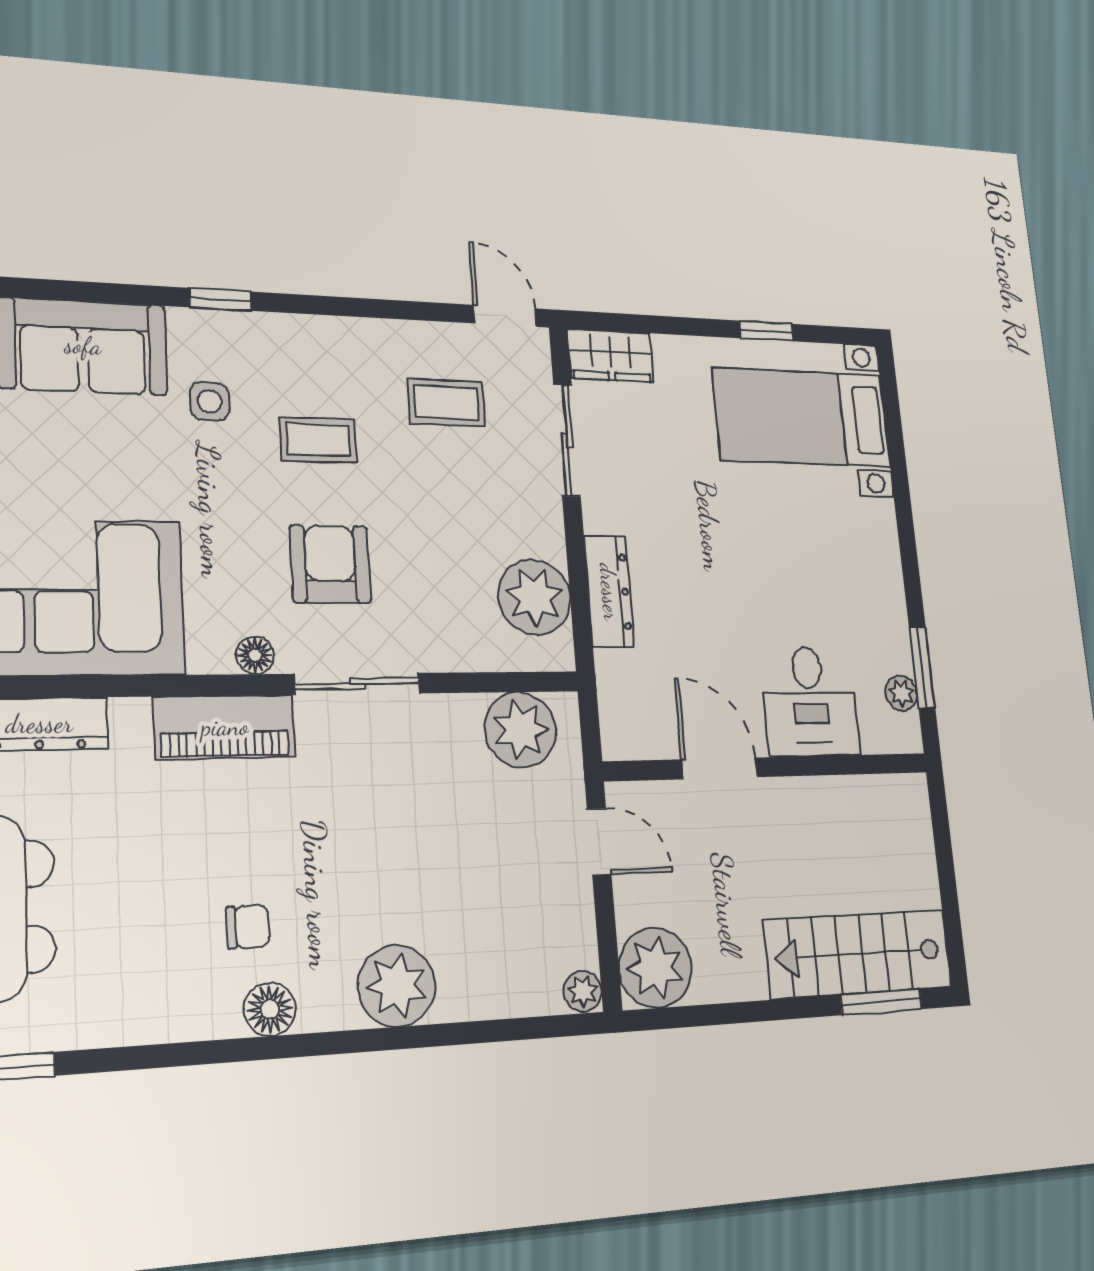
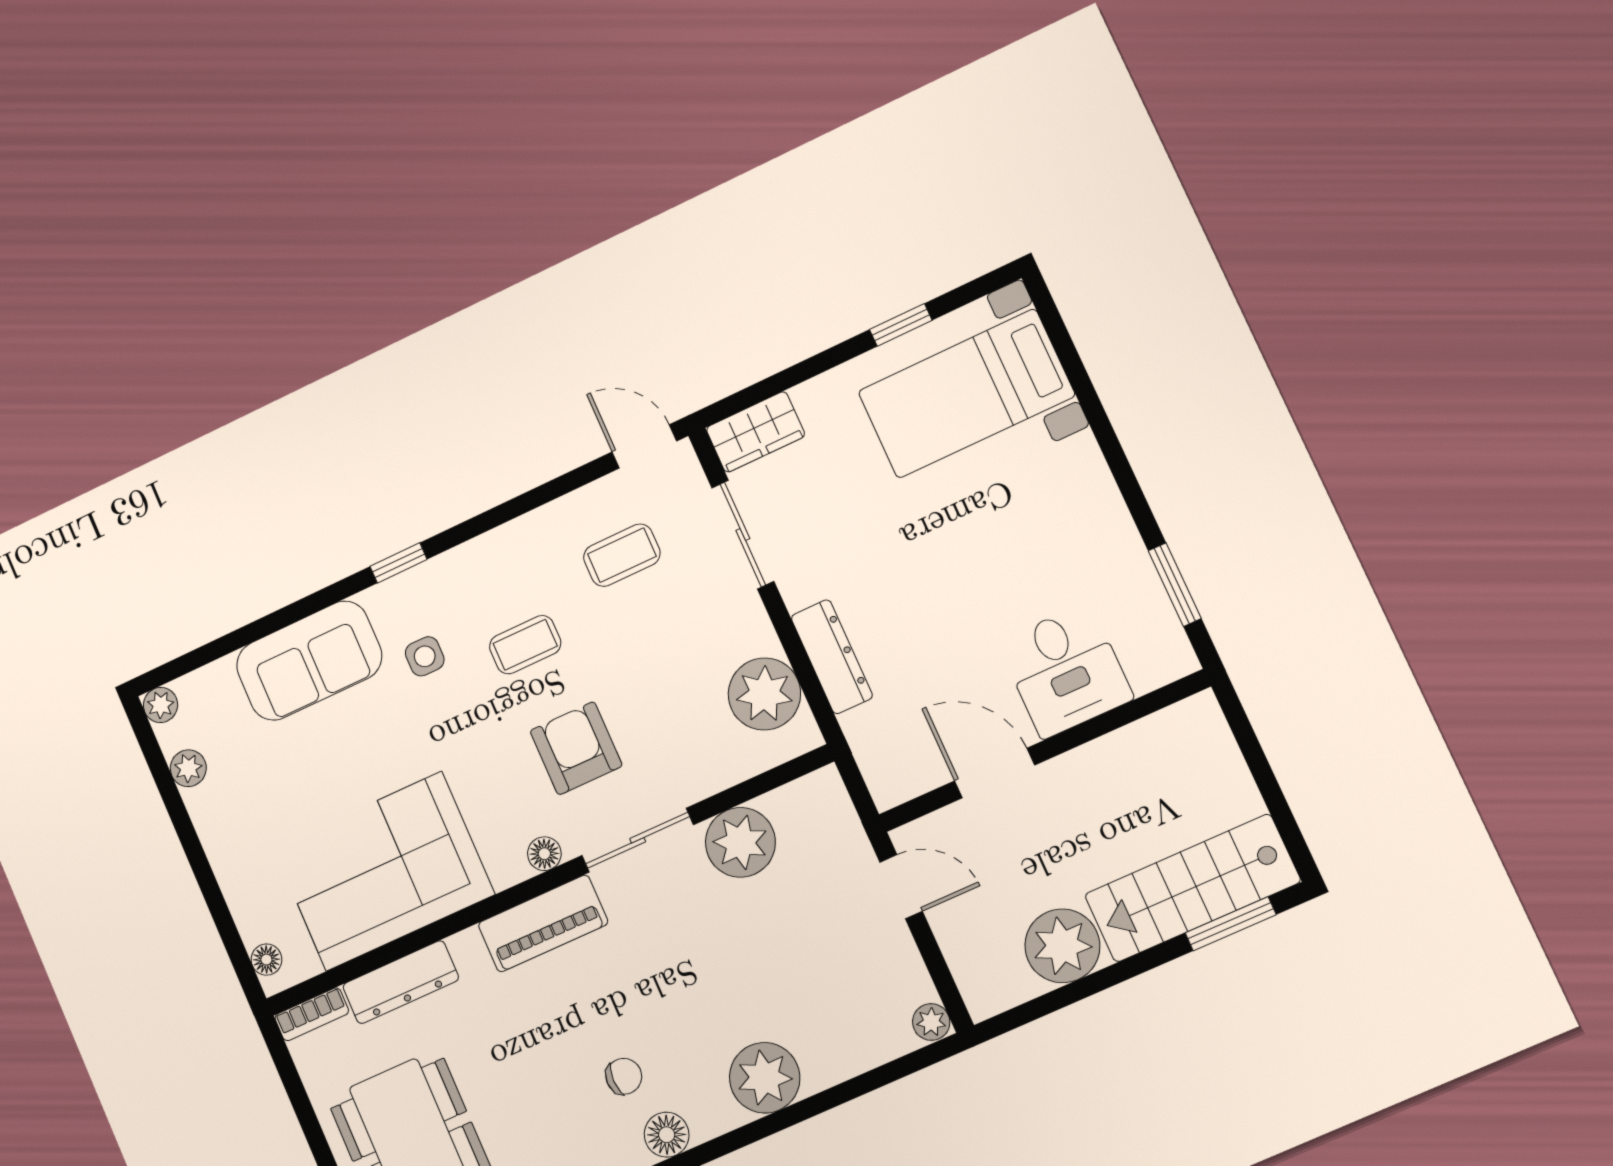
plant: (901, 693) -> (1160, 620), removed
plant: (521, 730) -> (740, 842), moved
plant: (655, 968) -> (1062, 946), moved

